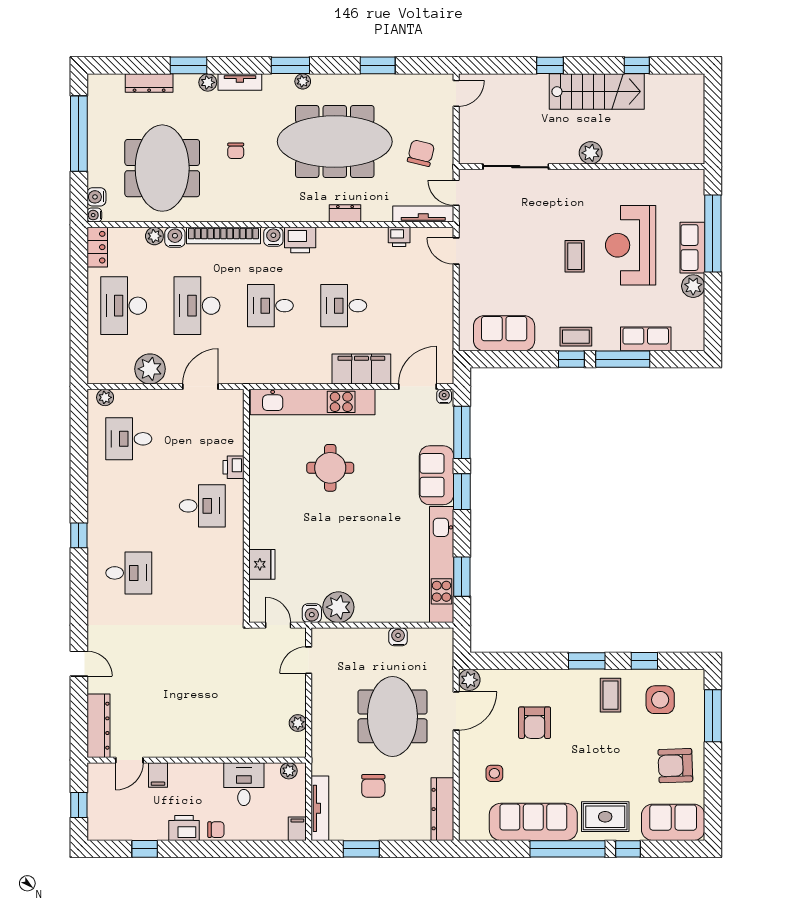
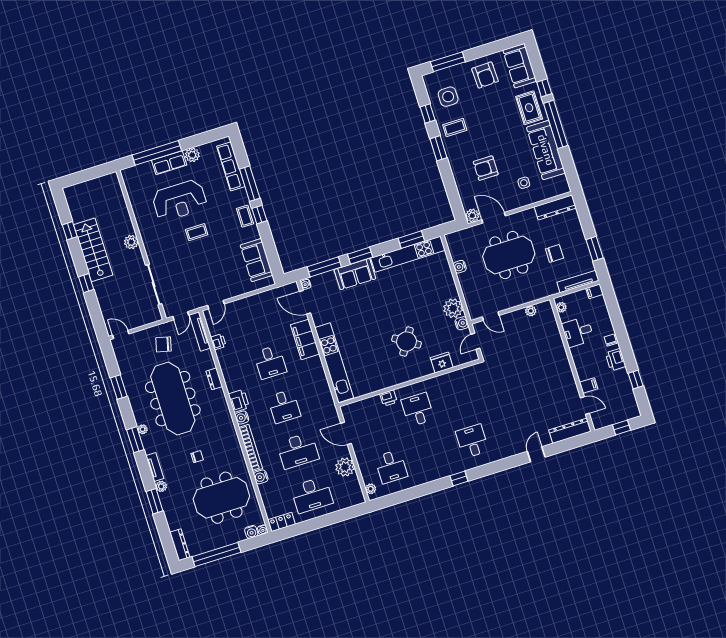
dresser: (149, 83) -> (180, 545), moved
plant: (154, 236) -> (264, 490), removed
row of seats: (646, 339) -> (231, 166), width x1.48
round table: (330, 468) -> (406, 341), moved, turned 32
armchair: (535, 723) -> (486, 168), turned 180

